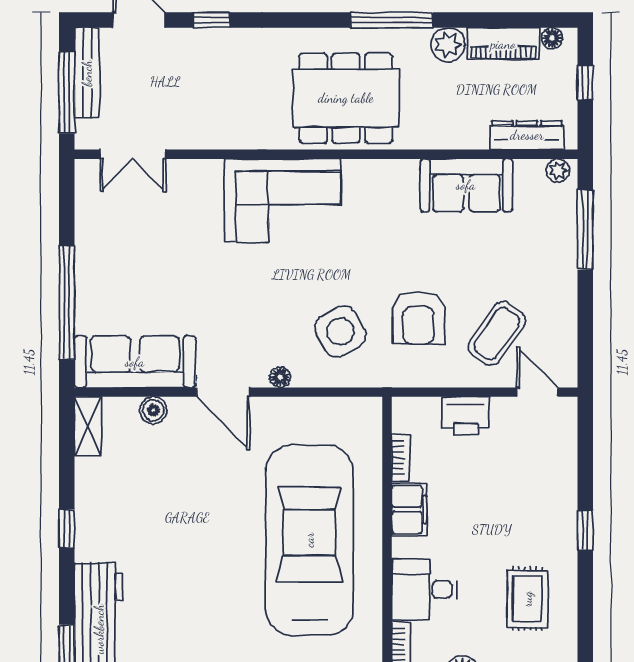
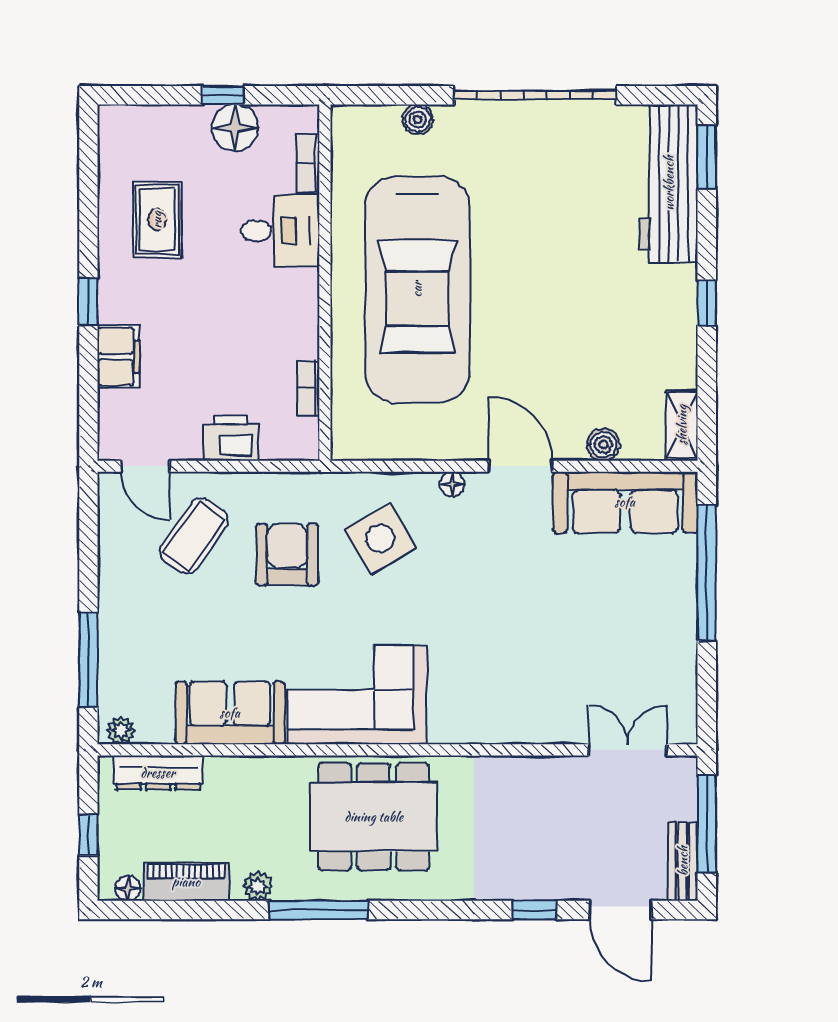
plant: (448, 45) -> (258, 886), width x0.73, depth x0.73
bench: (87, 73) -> (683, 861), width x0.73
corner sofa: (282, 200) -> (357, 695), moved
filing cabinet: (409, 509) -> (118, 357), moved, turned 180

